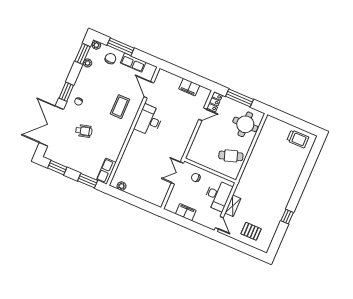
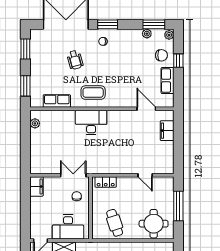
window: (121, 47) -> (178, 61), width x0.46
filing cabinet: (189, 87) -> (167, 131), moved
door: (149, 90) -> (146, 109), hinge flipped
locker: (215, 102) -> (106, 182), moved
coffee table: (120, 107) -> (93, 93), moved
desk: (149, 120) -> (91, 123), moved
row of seats: (106, 171) -> (57, 101), moved
filing cabinet: (186, 212) -> (37, 186), moved

